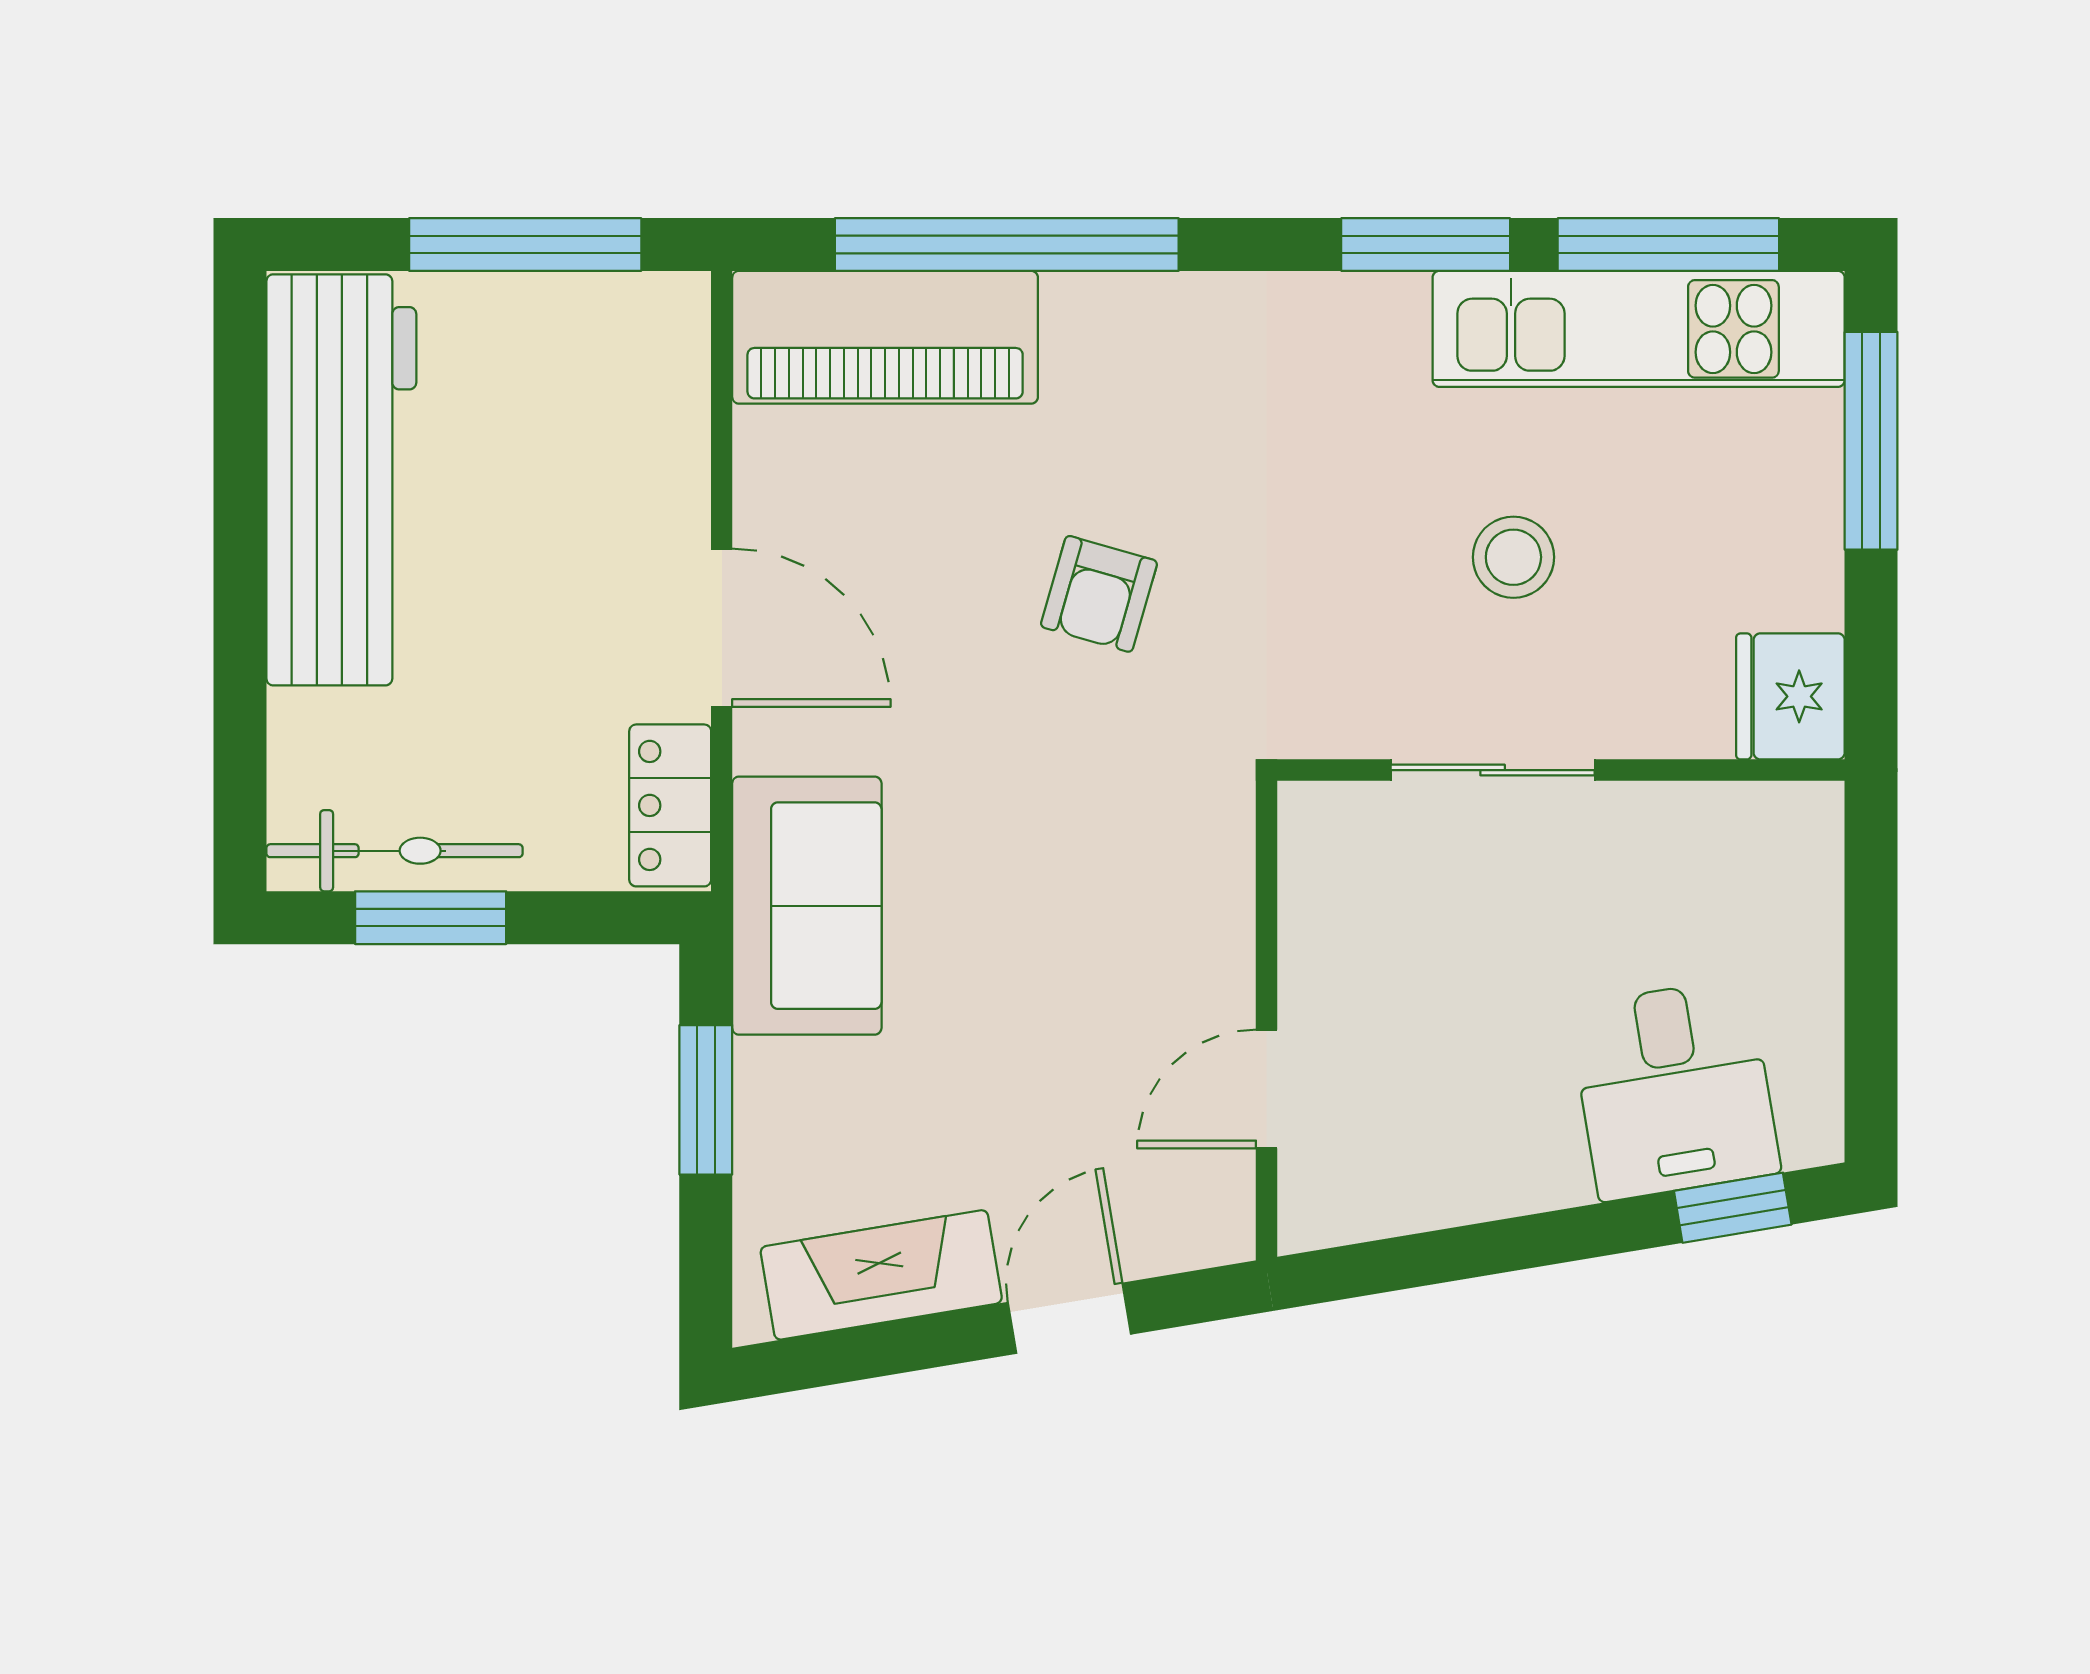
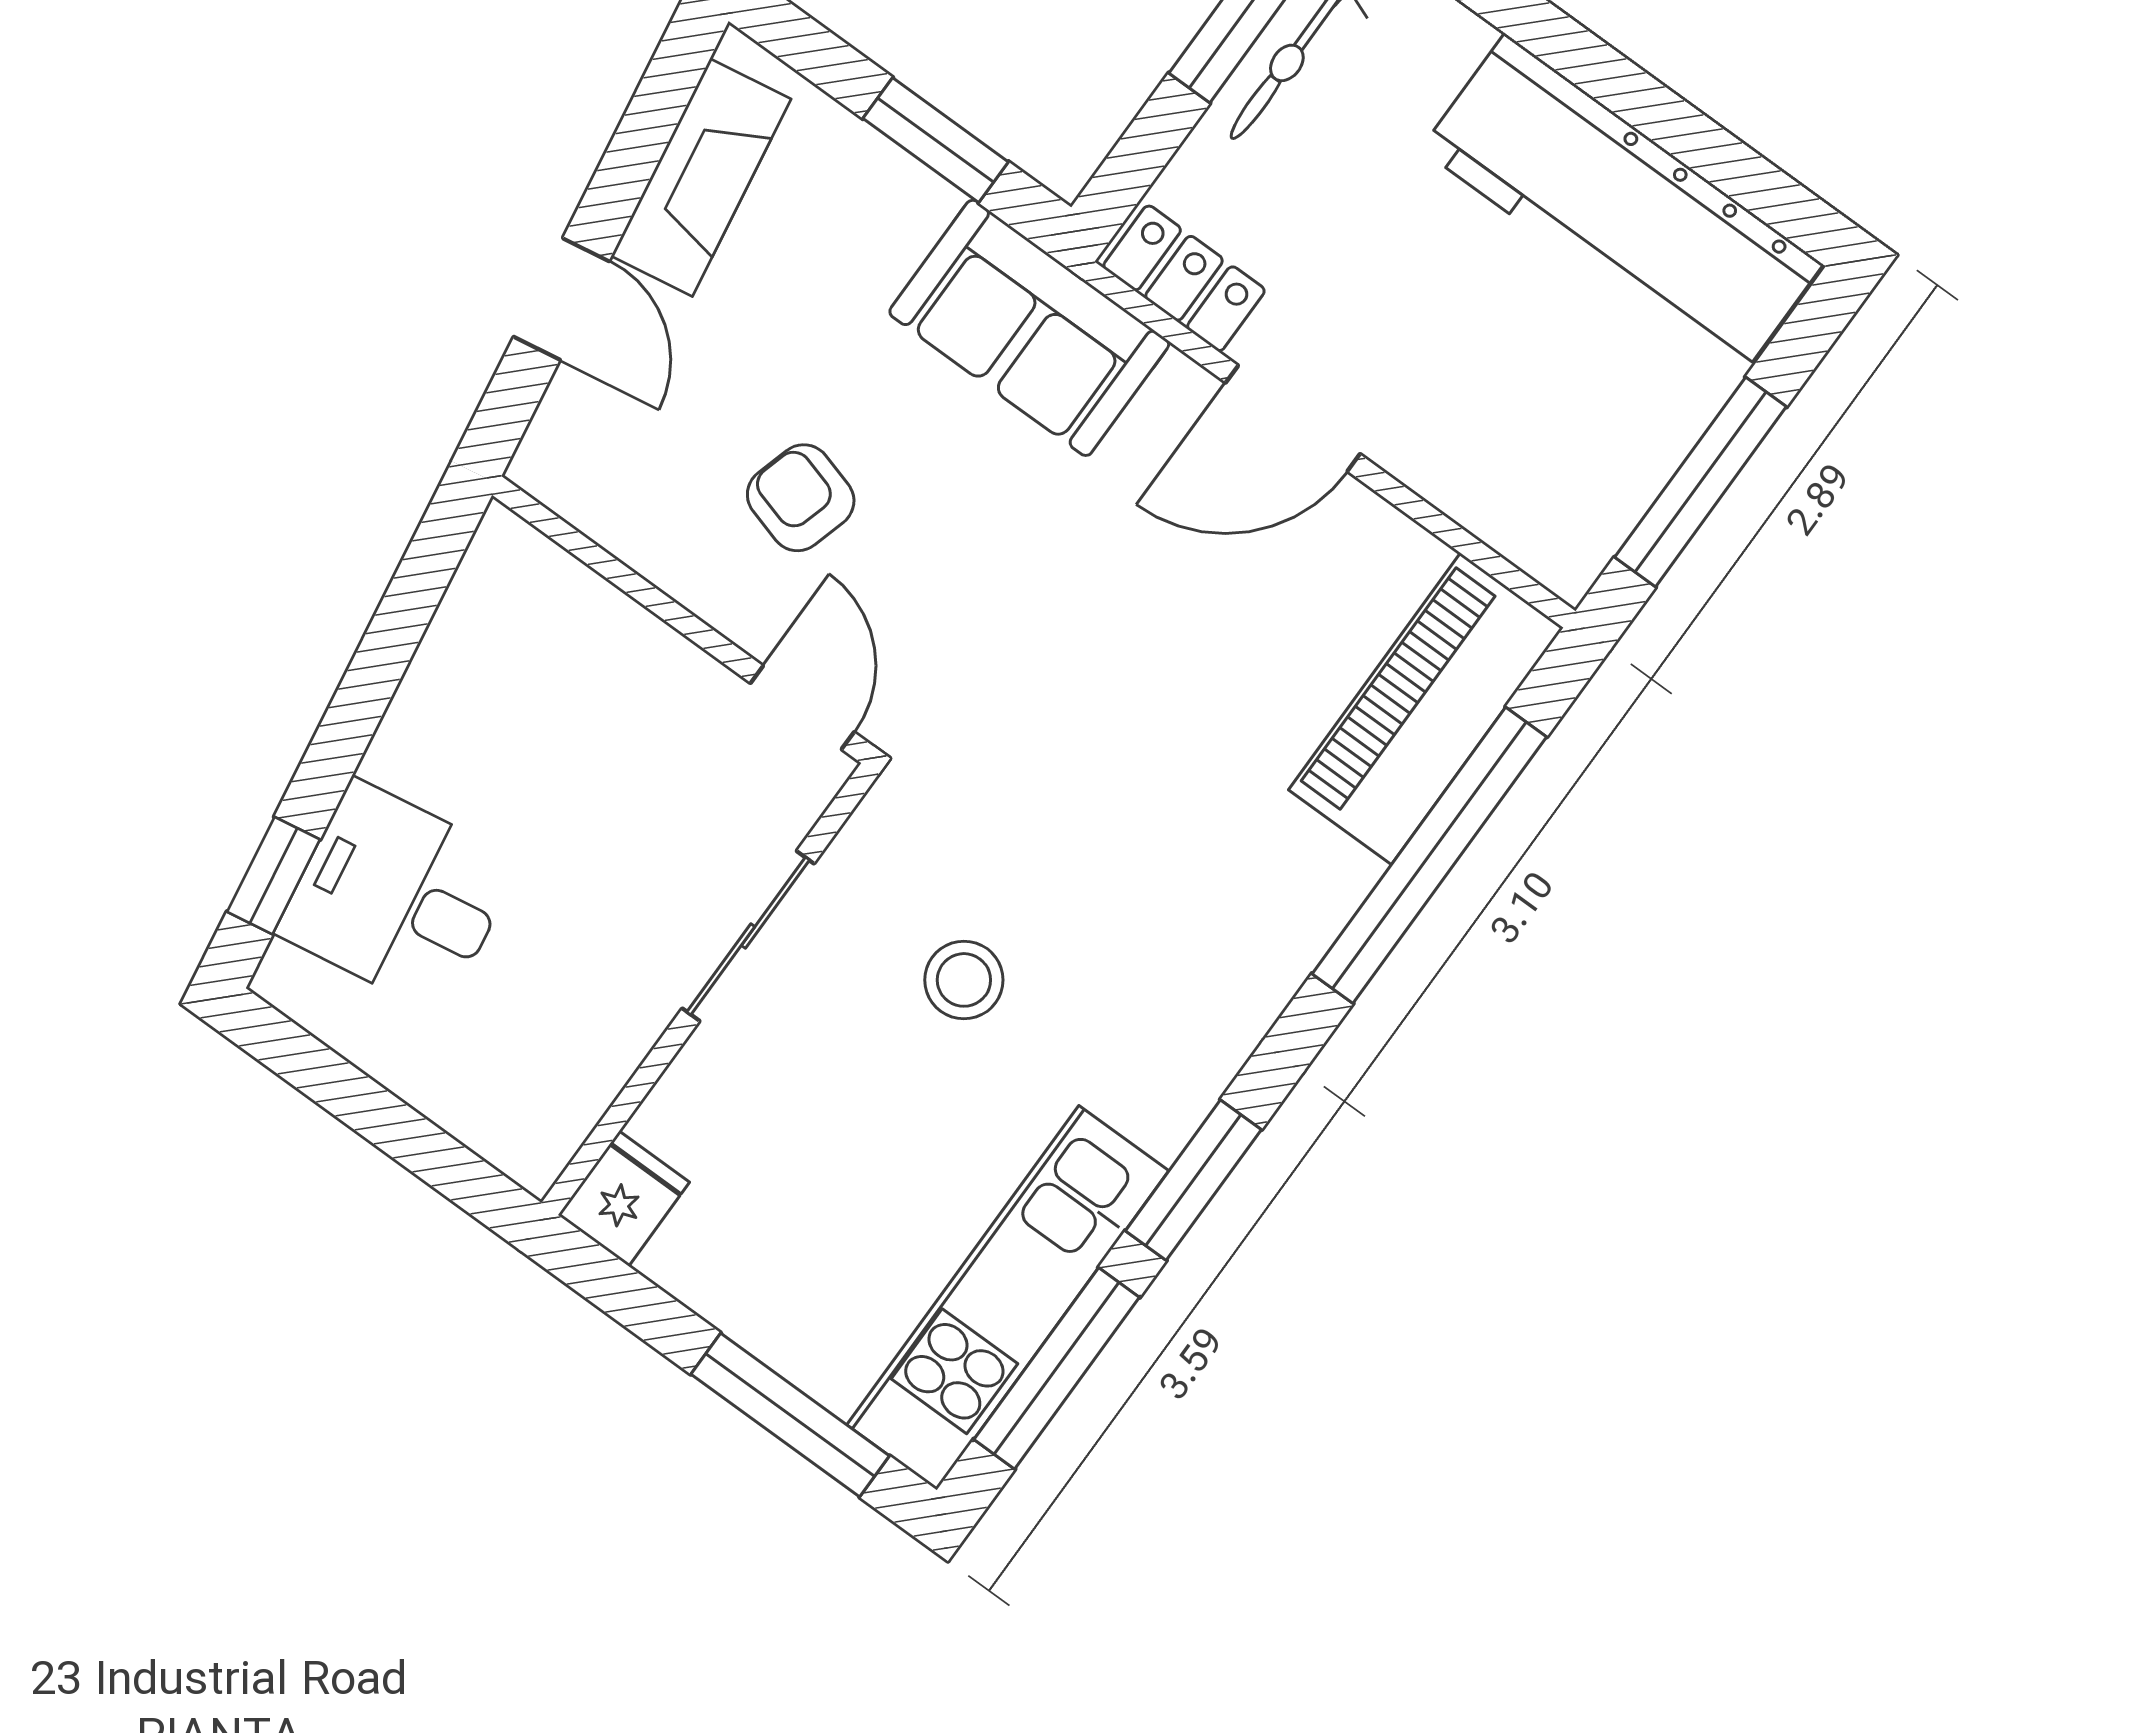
stool: (1513, 557) -> (964, 980), moved
armchair: (1099, 594) -> (801, 498), moved
fridge: (1790, 696) -> (624, 1199), width x0.72
door: (1266, 1089) -> (802, 708), moved

